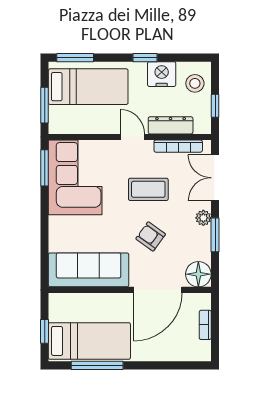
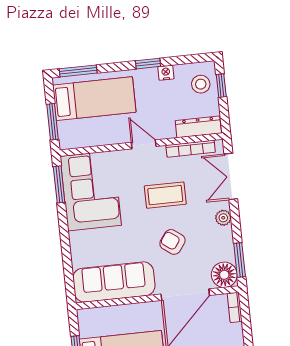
nightstand: (162, 74) -> (166, 73), width x0.53, depth x0.56
window: (215, 106) -> (221, 86), moved
dresser: (171, 125) -> (198, 127), moved
window: (215, 235) -> (240, 260), moved
bookcase: (205, 325) -> (235, 307), moved

